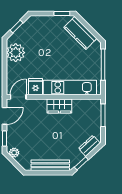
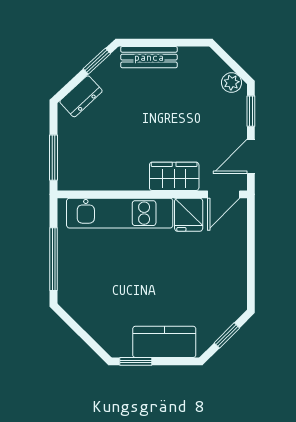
kitchen counter: (80, 33) -> (164, 342), moved, turned -45
plant: (16, 53) -> (229, 283), removed
wardrobe: (59, 106) -> (174, 176), moved
bench: (50, 165) -> (149, 57), width x0.73

